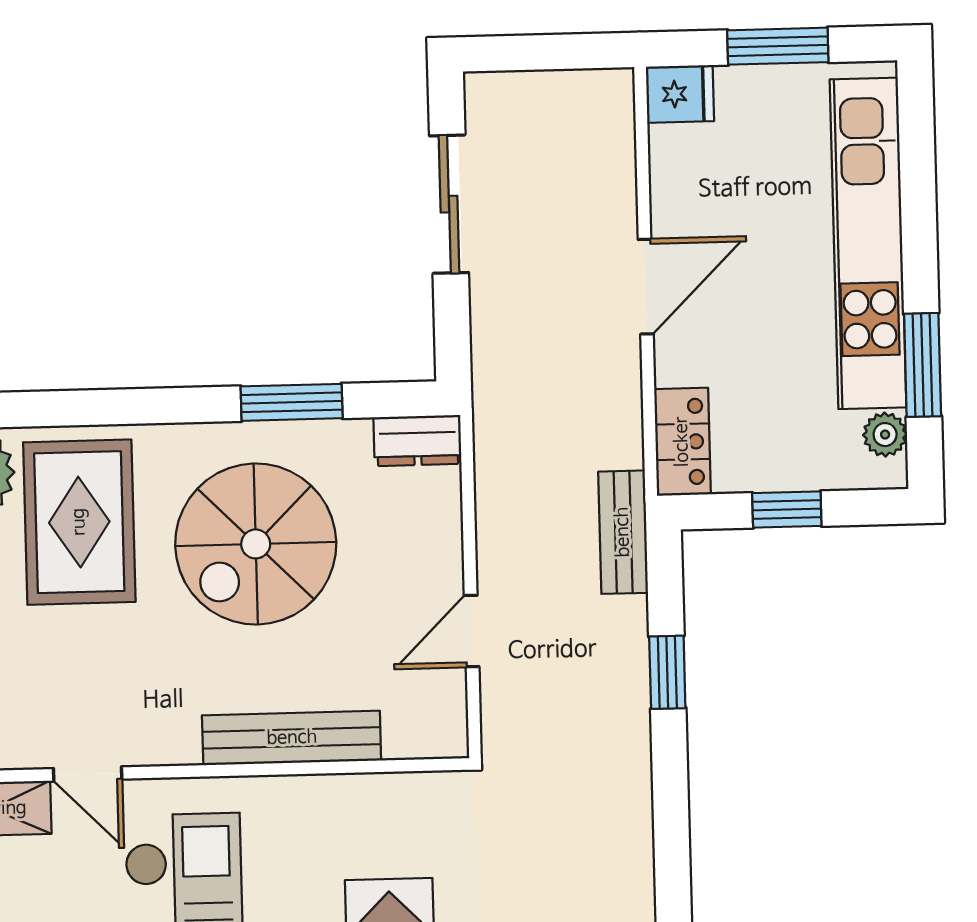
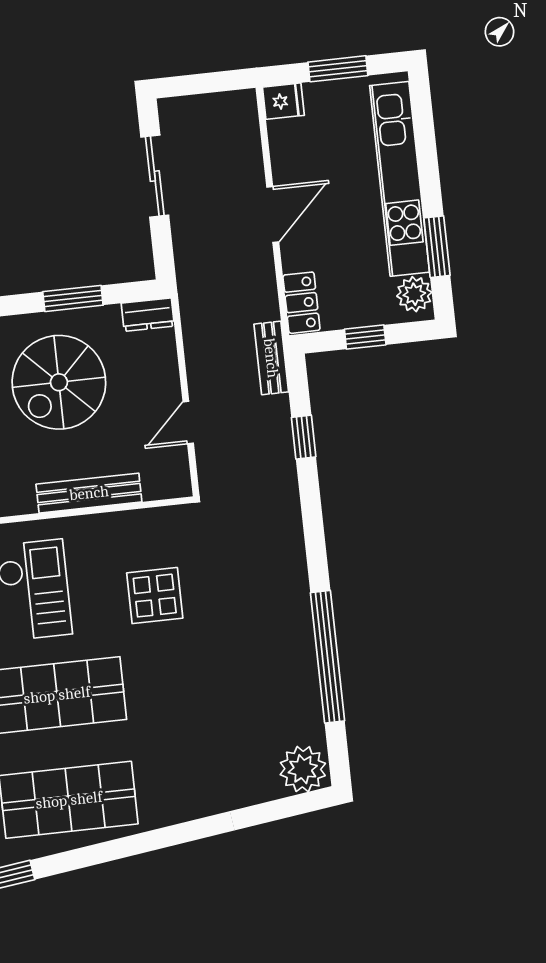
plant: (885, 435) -> (414, 294), width x1.38, depth x1.38

